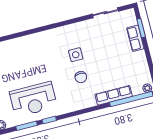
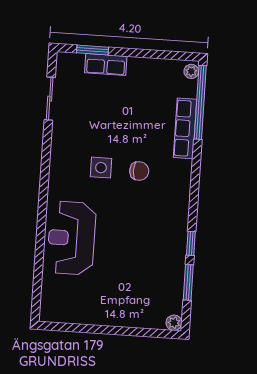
reception desk: (33, 99) -> (72, 238), moved, turned 180

